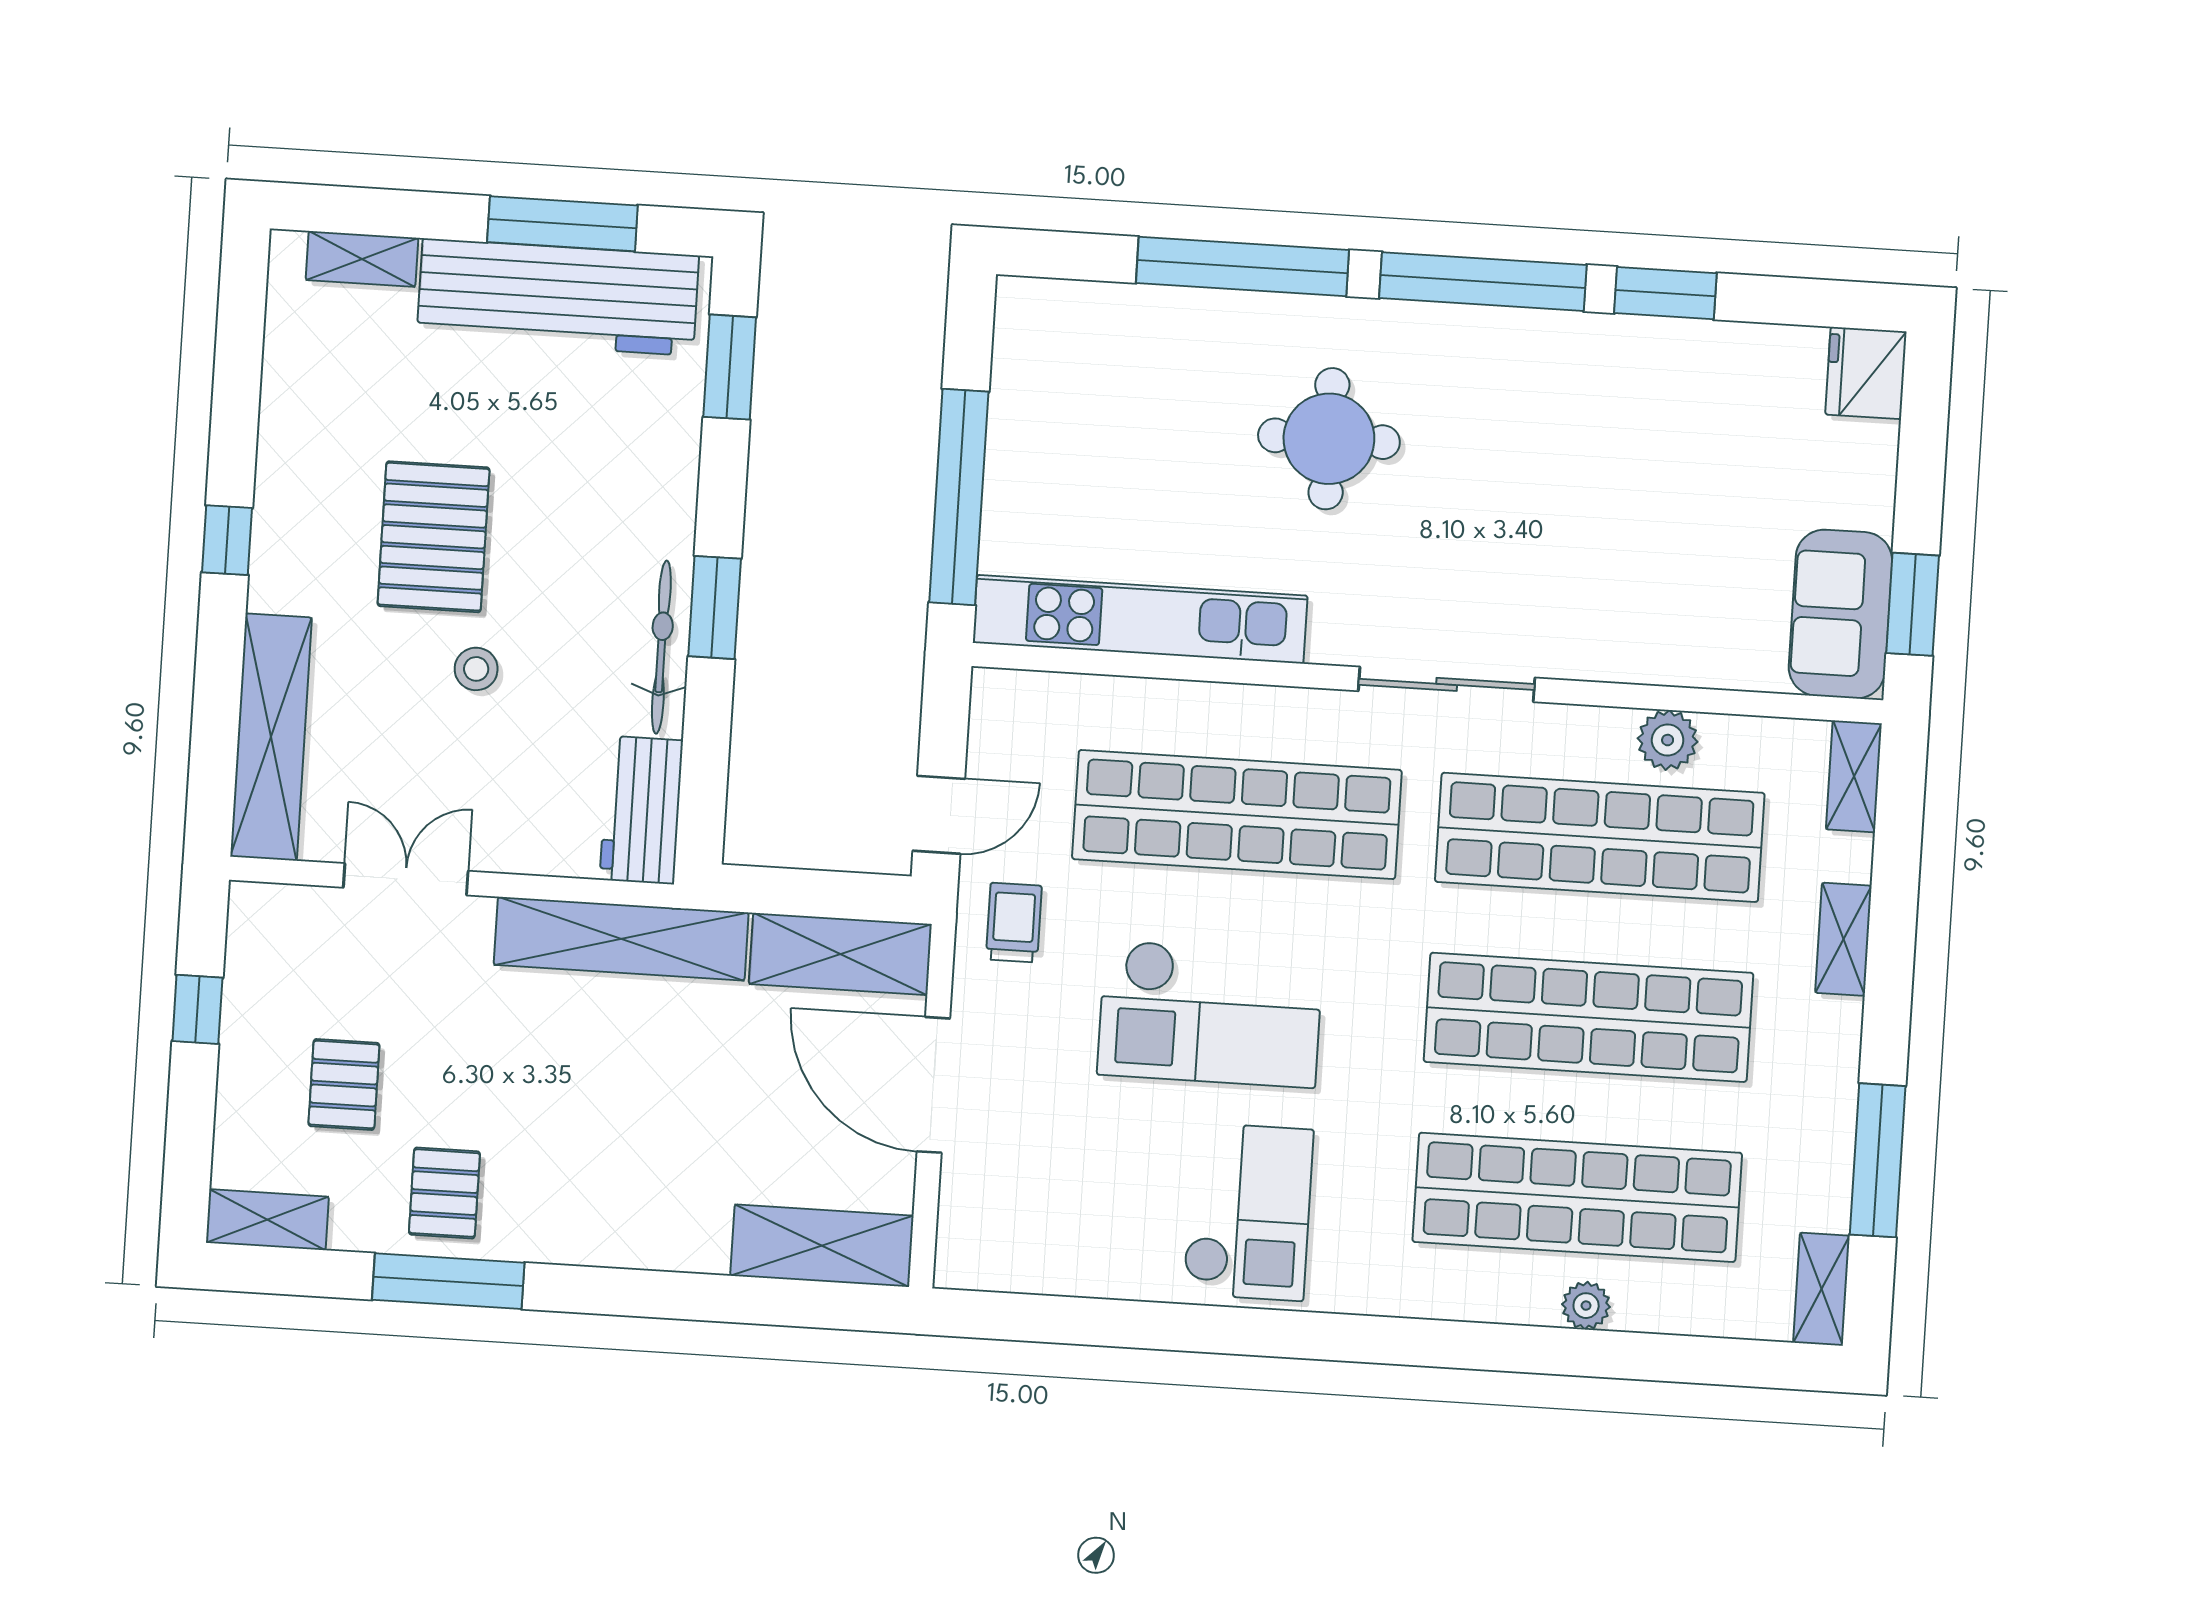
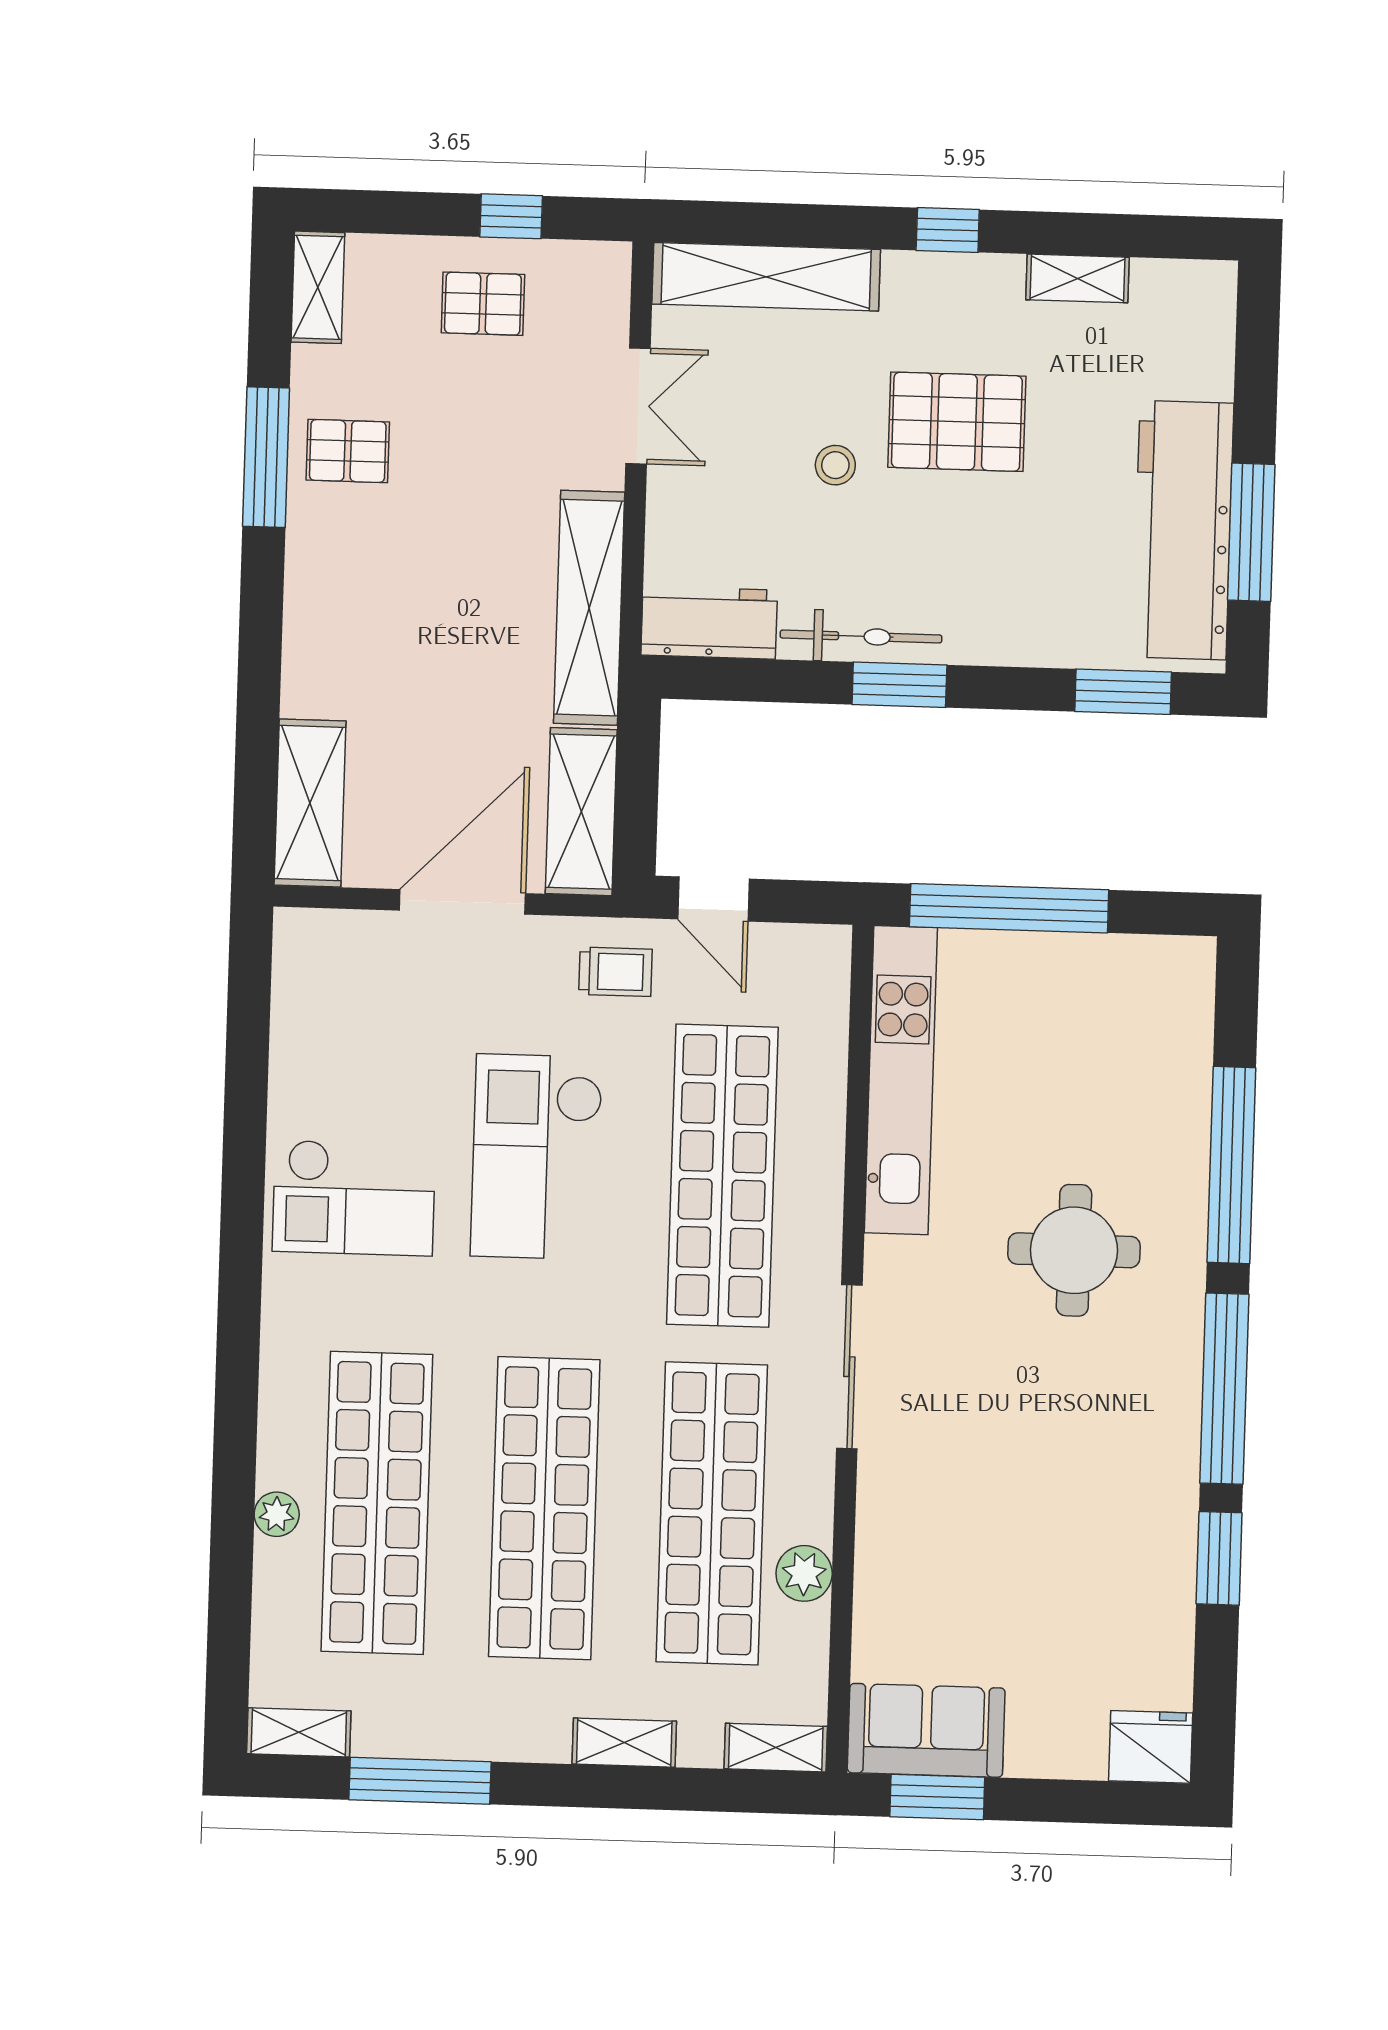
shelving: (362, 259) -> (1078, 278), moved, turned 90
pallet: (344, 1085) -> (483, 304), moved

